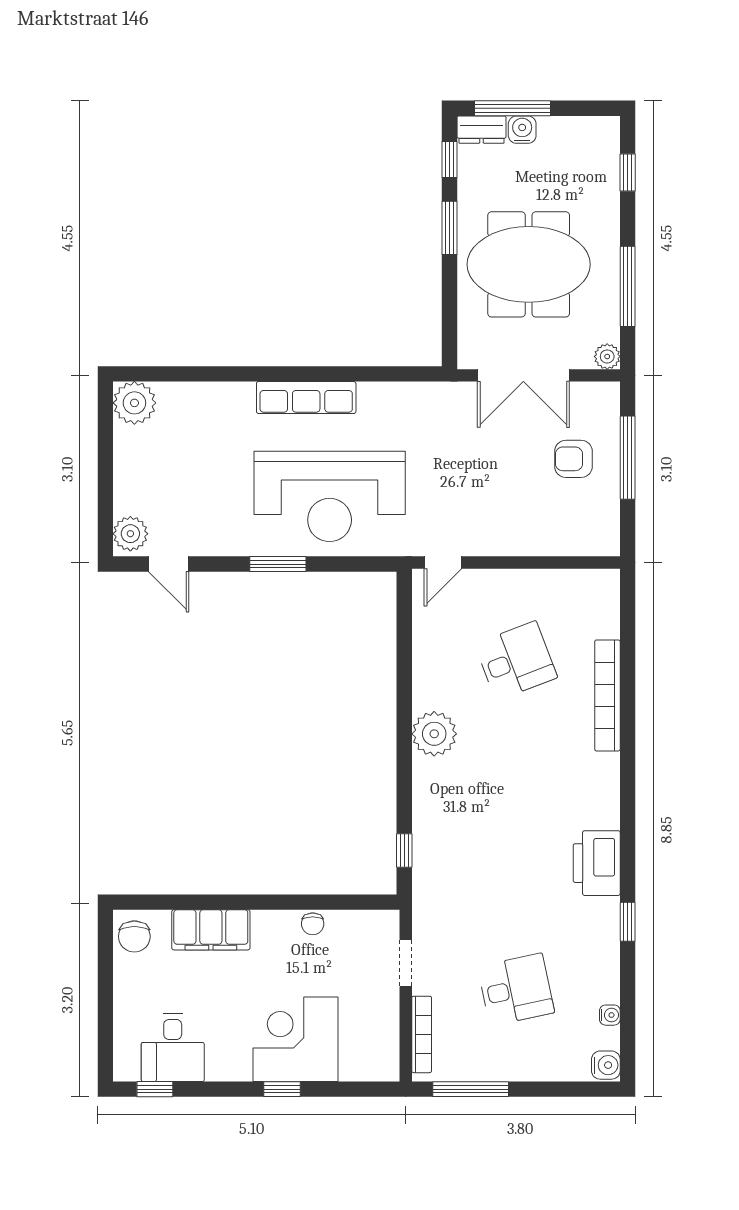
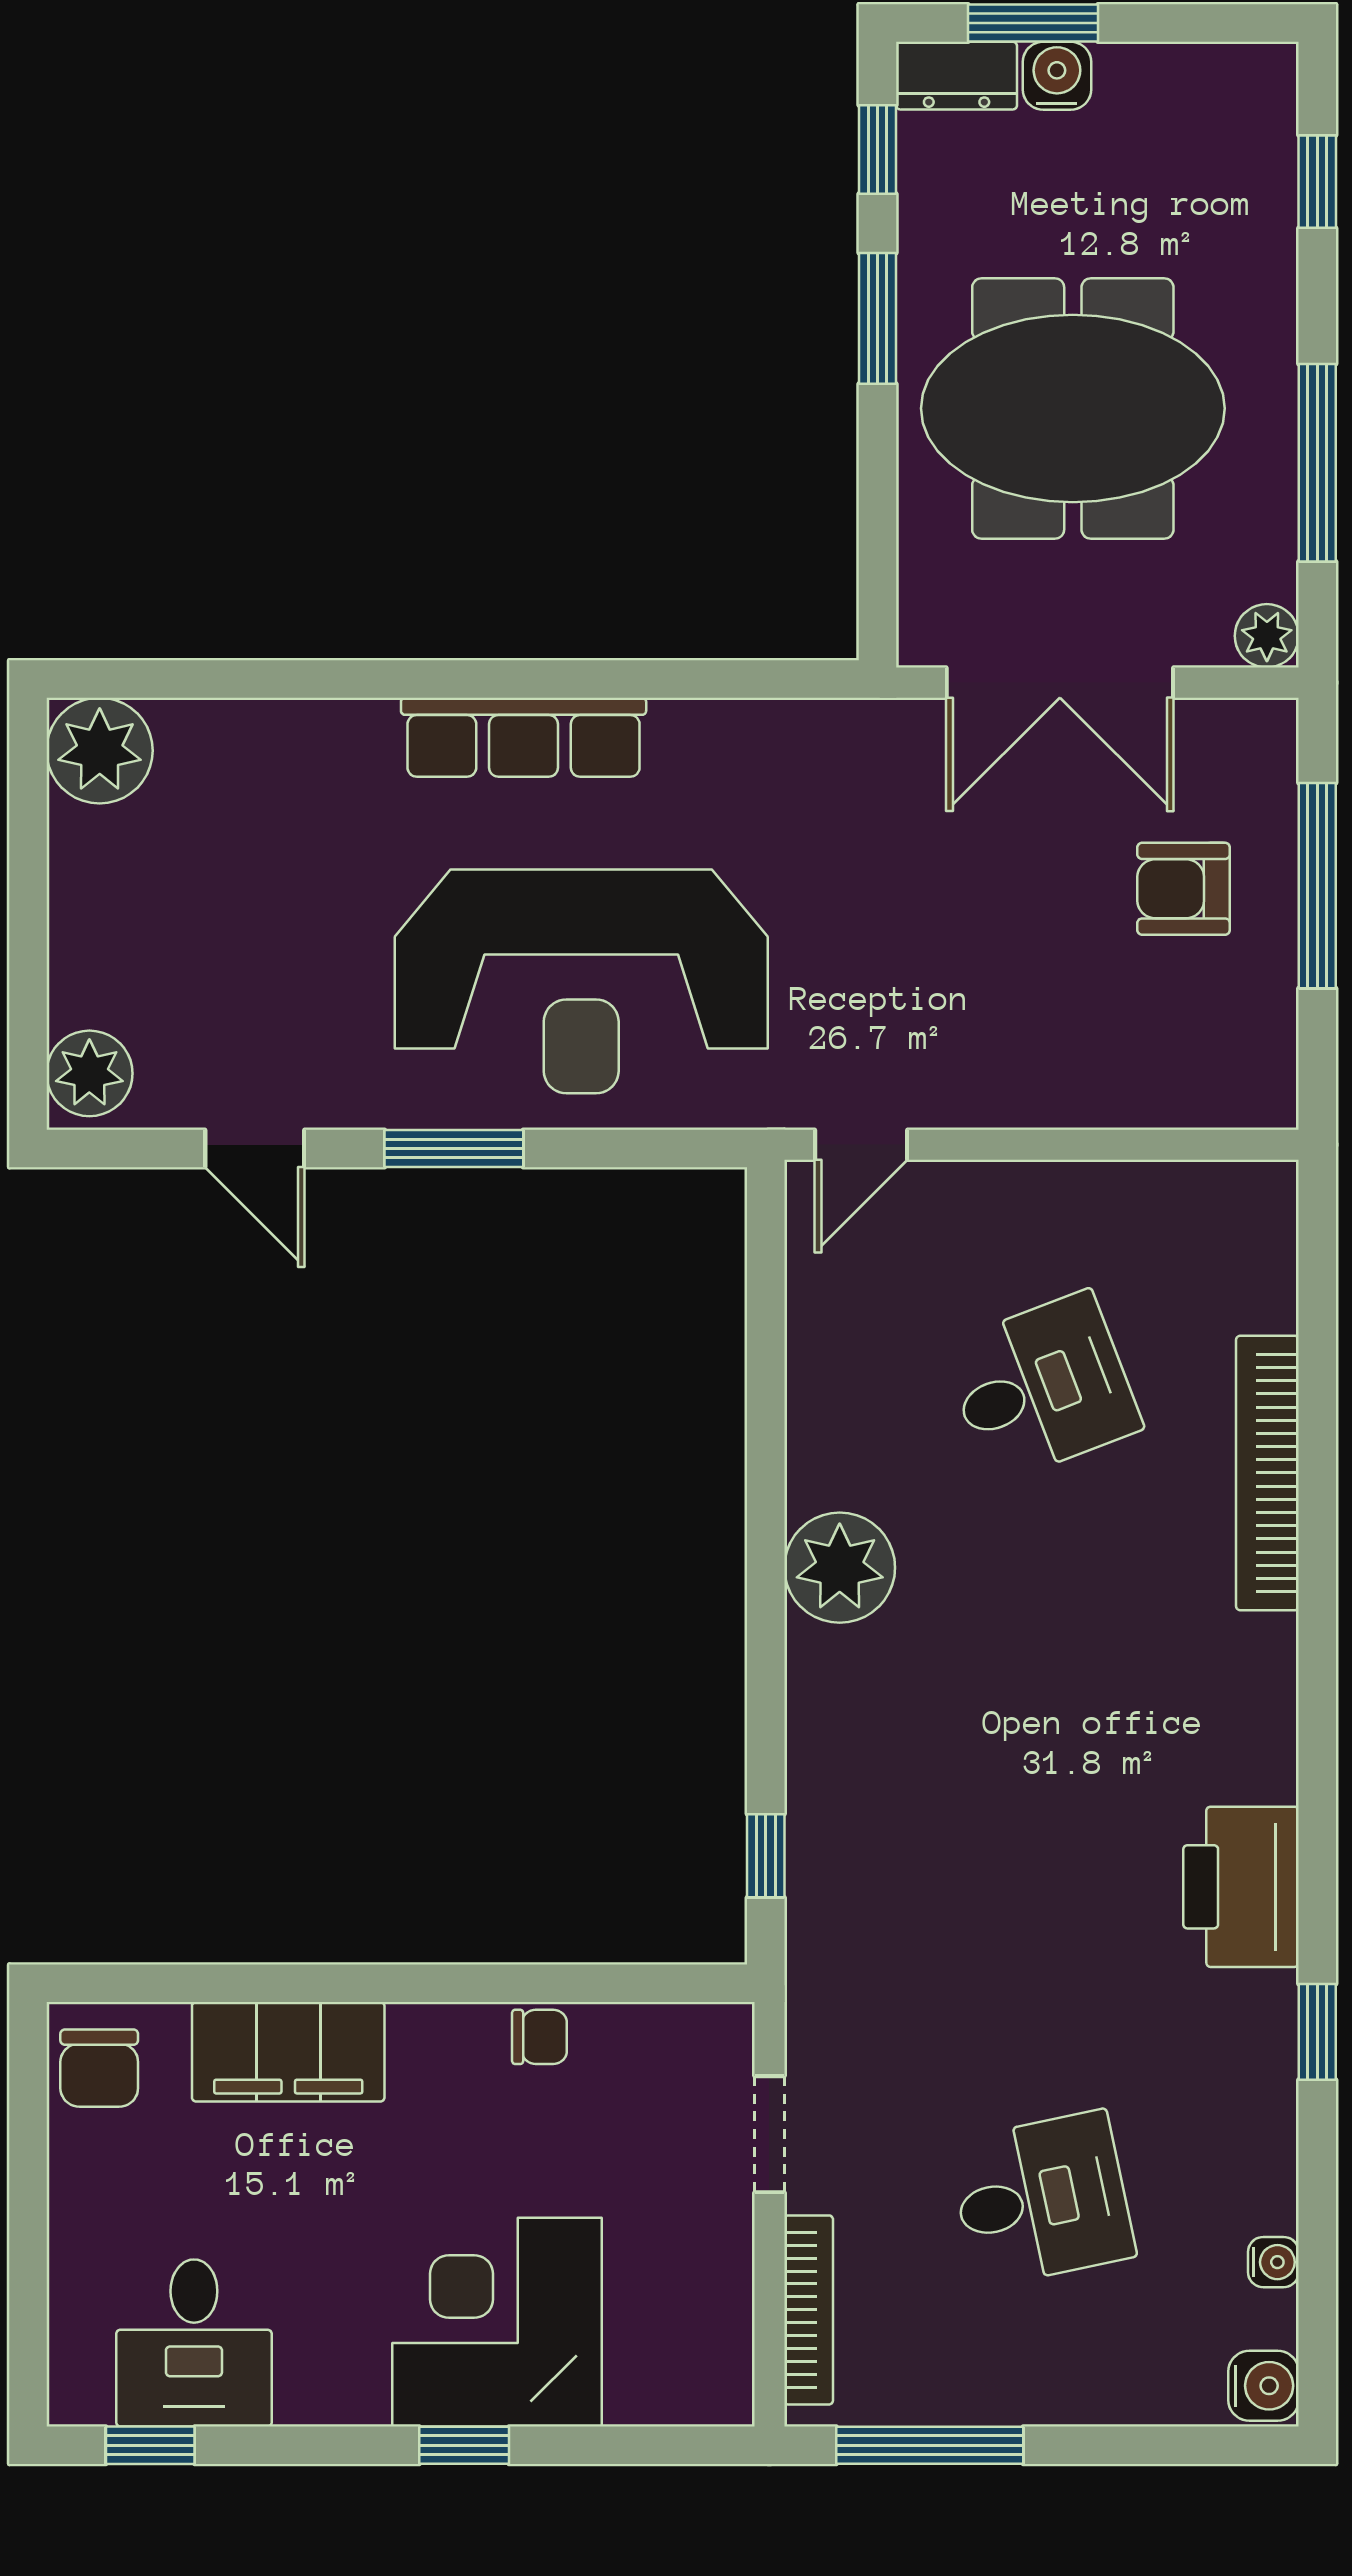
window: (512, 108) -> (1033, 23), width x0.69
door: (169, 564) -> (255, 1148), moved
chair: (313, 924) -> (539, 2037), turned -90

